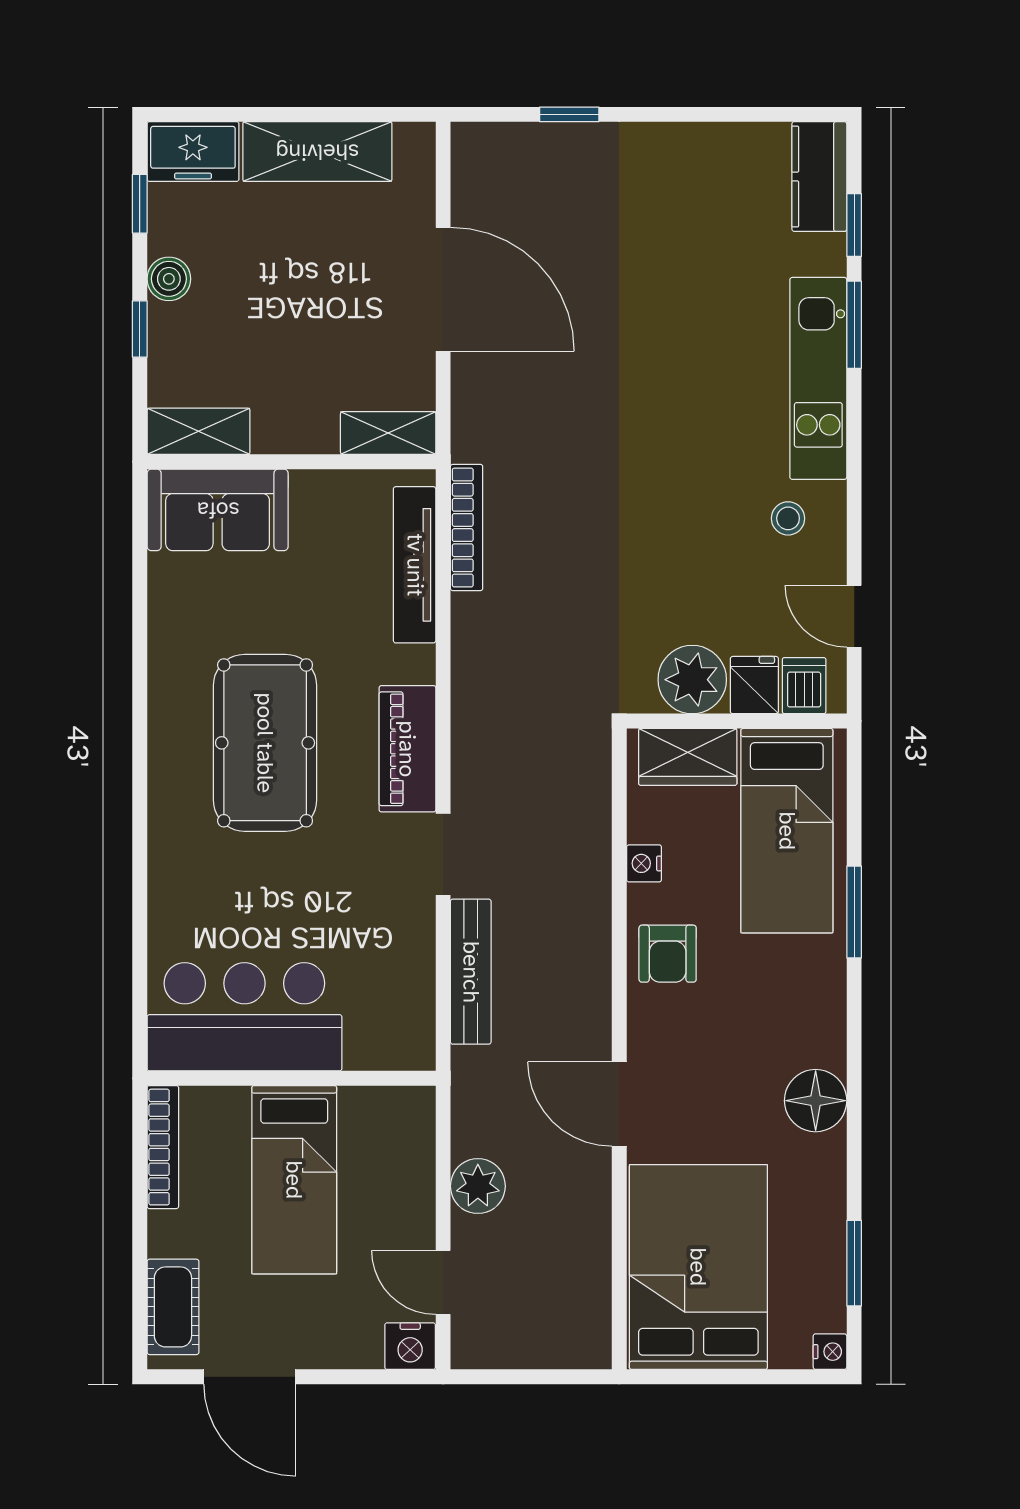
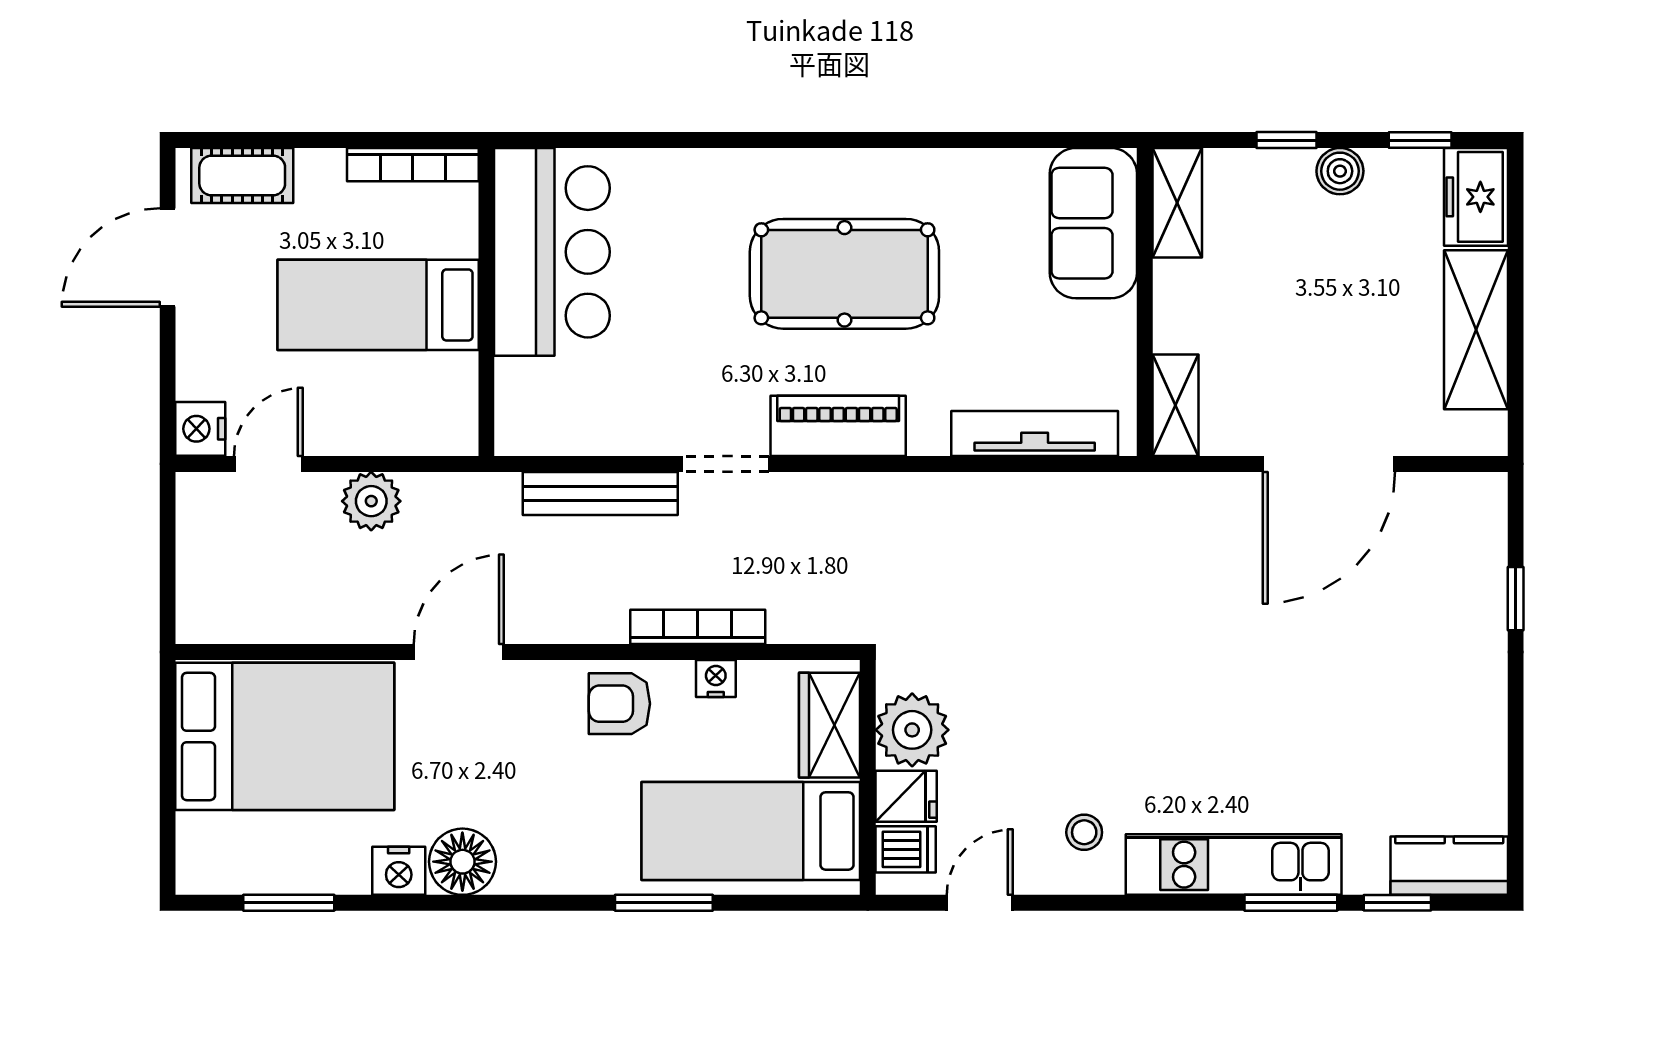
bookcase: (467, 528) -> (698, 627), moved, turned 180
nightstand: (830, 1352) -> (399, 871), moved, width x1.39, depth x1.35

